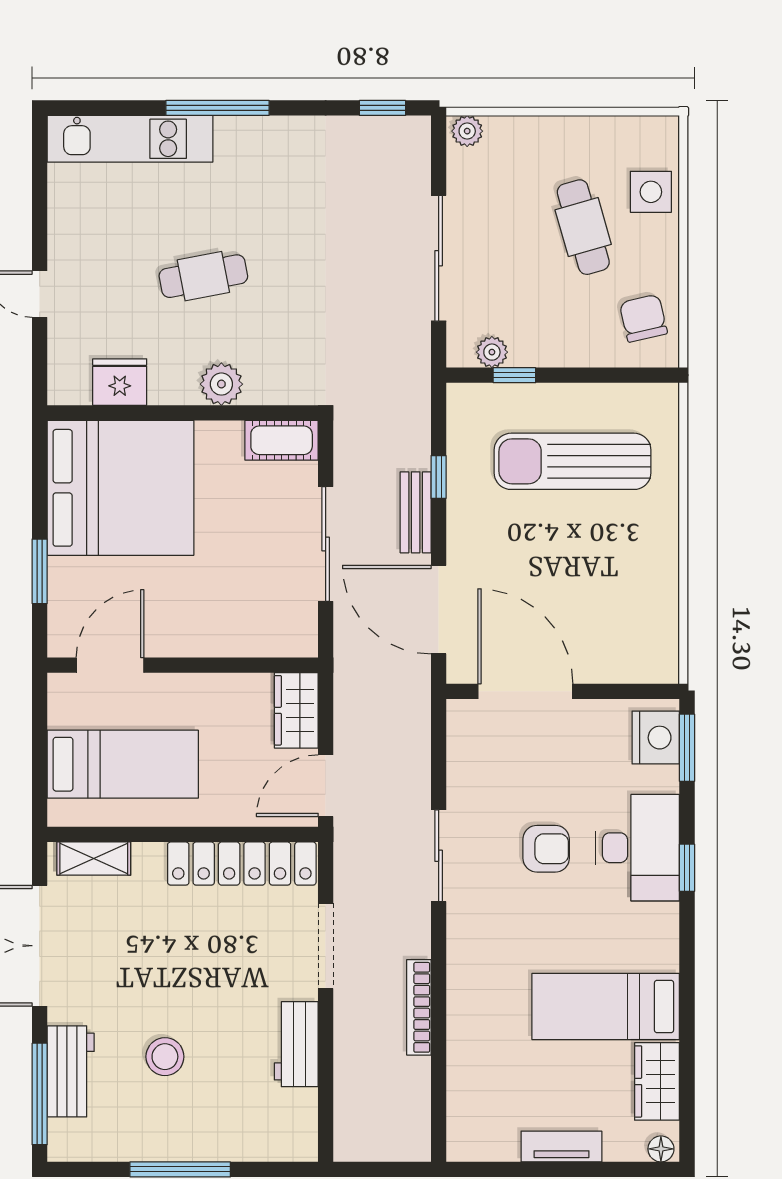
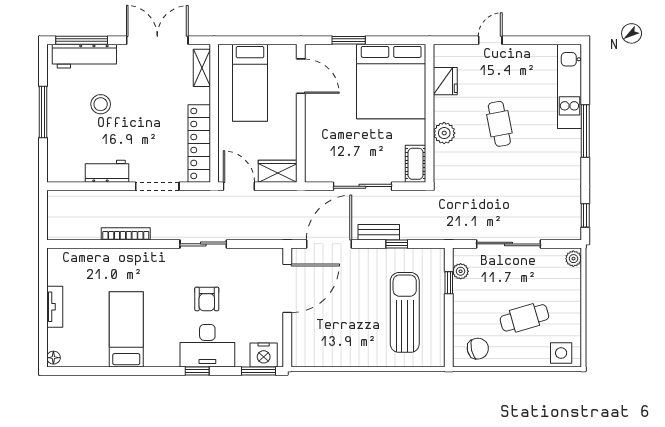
side table: (651, 192) -> (561, 353), moved
workbench: (71, 1071) -> (84, 56), width x1.38
wardrobe: (657, 1081) -> (88, 356), removed

